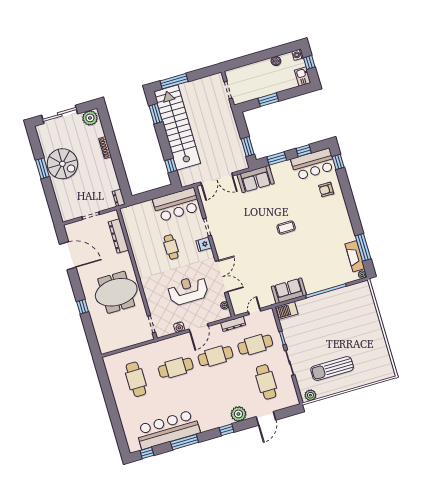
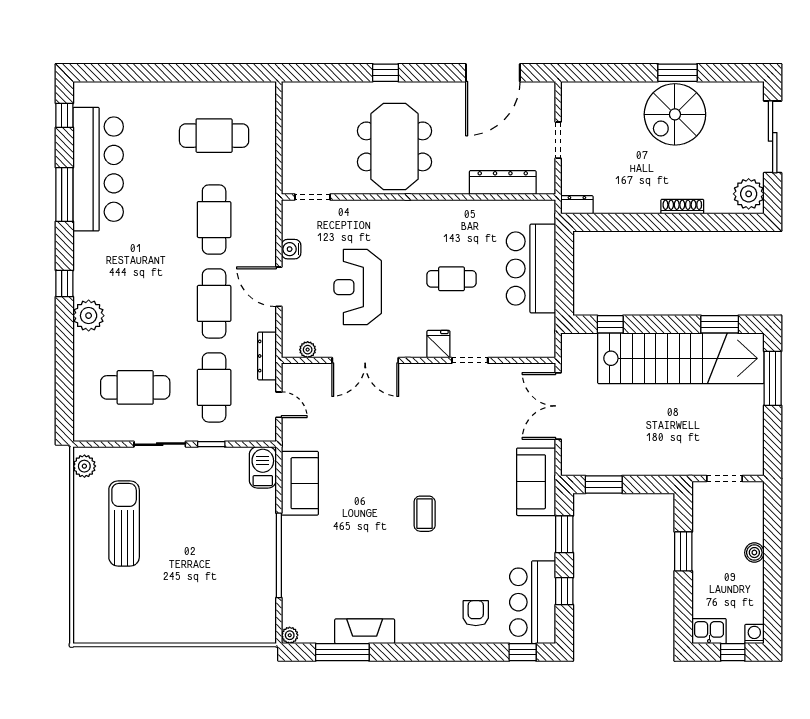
boiler: (276, 61) -> (754, 553), moved
bar counter: (177, 205) -> (531, 269), moved
fireplace: (355, 256) -> (365, 631), moved
reception desk: (188, 290) -> (358, 287), turned 180
door: (266, 418) -> (64, 366), removed

